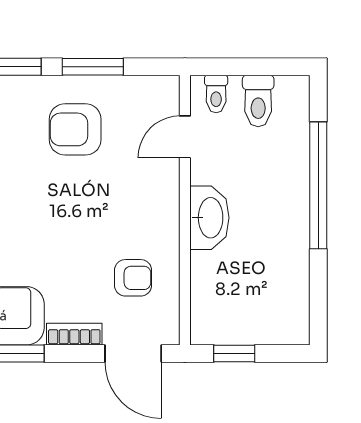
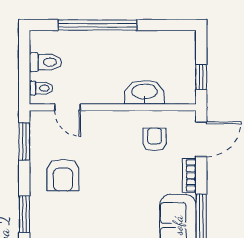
window: (93, 67) -> (24, 141), moved
washbasin: (209, 218) -> (144, 92), moved

